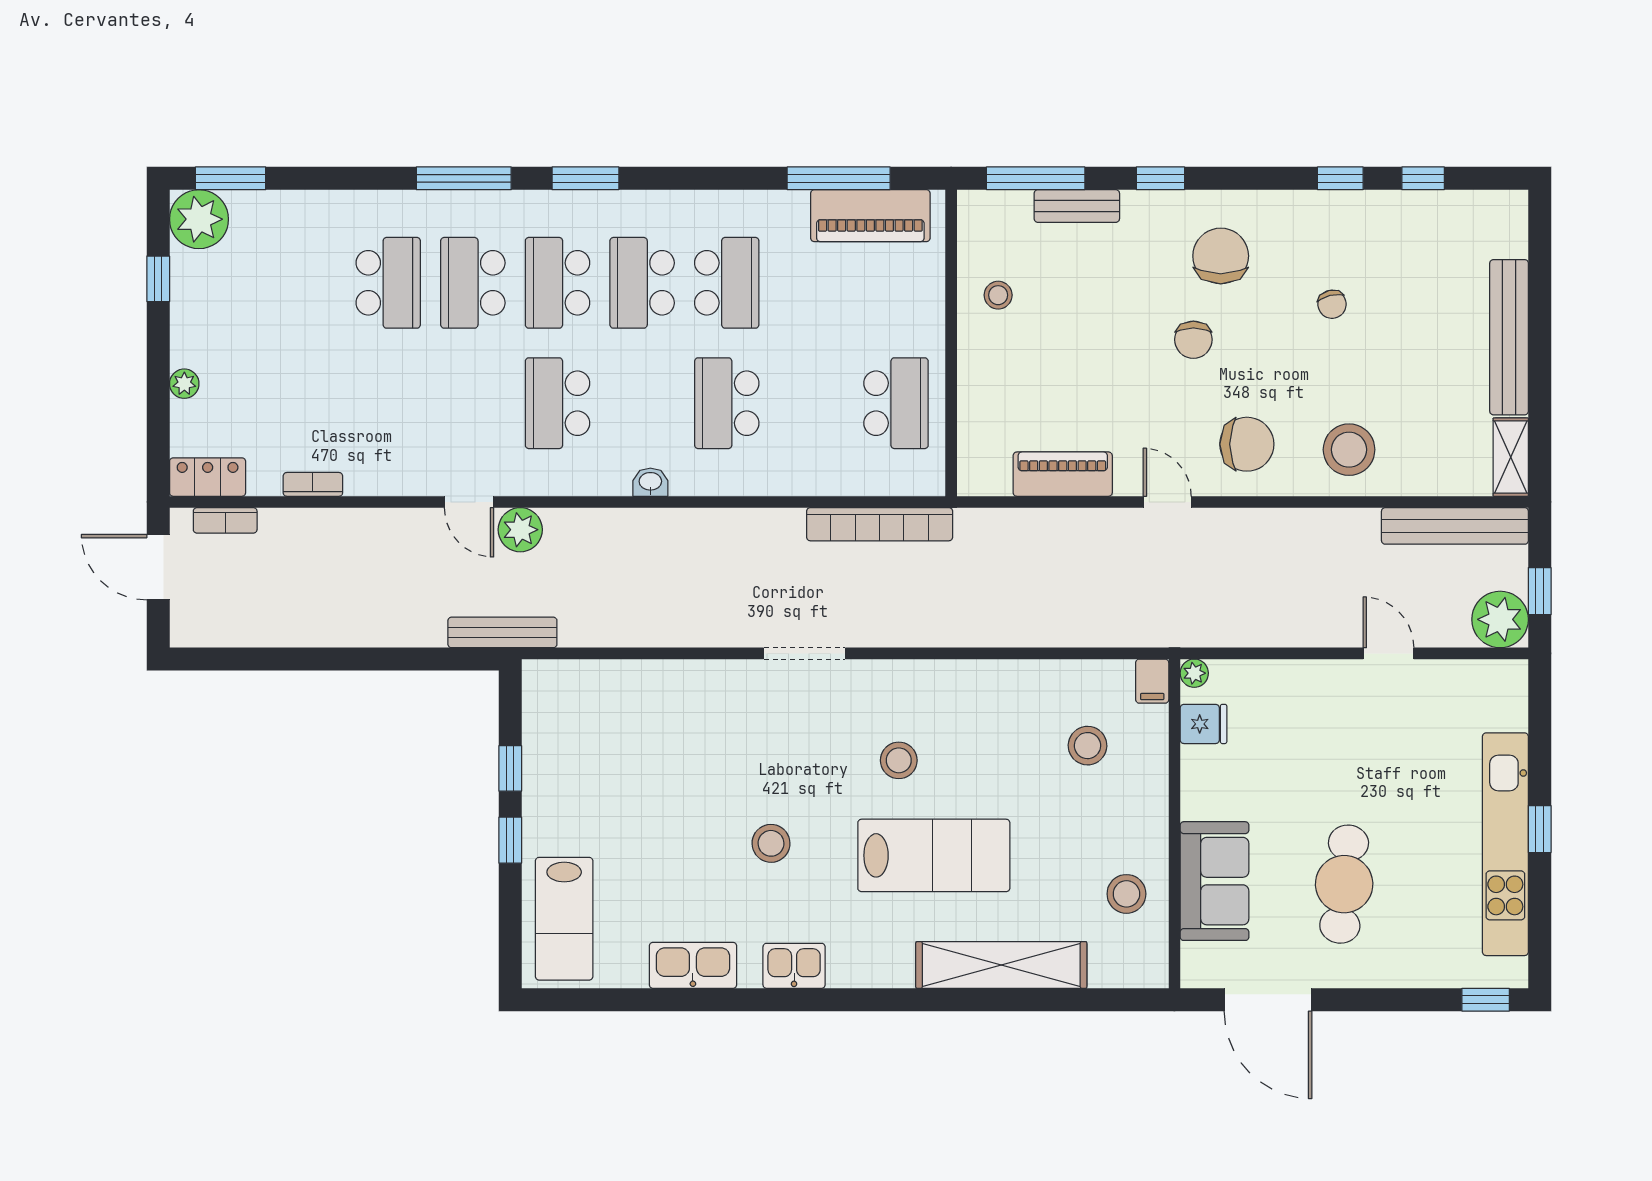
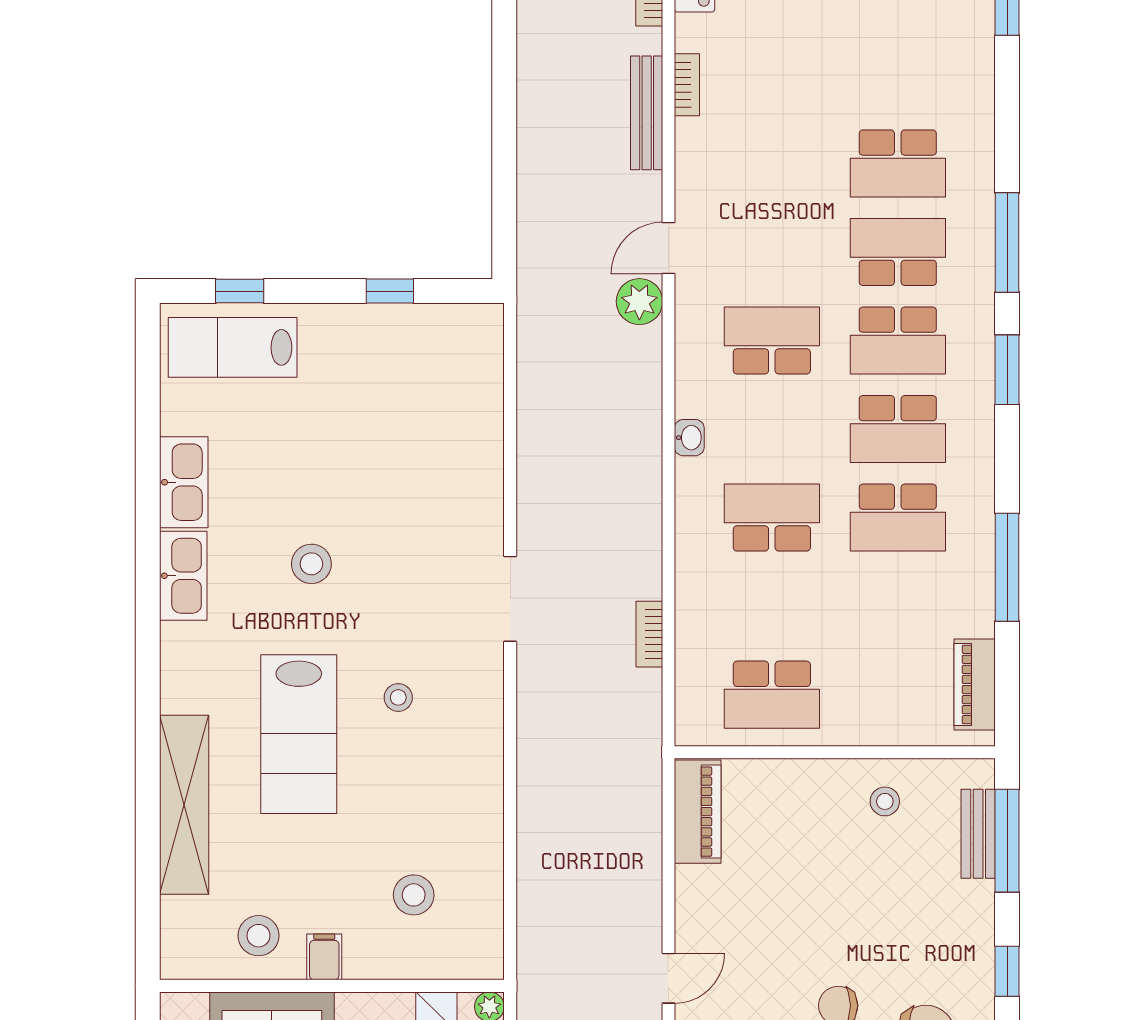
window: (839, 178) -> (1007, 567), moved
bench: (1077, 206) -> (978, 834), moved
piano: (870, 216) -> (975, 684), width x0.73, depth x0.75
school desk: (557, 283) -> (898, 341), turned 180
school desk: (642, 283) -> (898, 429), turned 180
piano: (1063, 474) -> (698, 812), moved
bookcase: (880, 524) -> (649, 634), width x0.43, depth x0.76
bench: (502, 632) -> (647, 113), moved
filing cabinet: (1152, 681) -> (324, 957), moved, turned 90
stool: (899, 760) -> (398, 697), width x0.73, depth x0.73
window: (510, 840) -> (240, 291), moved
kitchen sink: (794, 966) -> (183, 576), width x1.38

